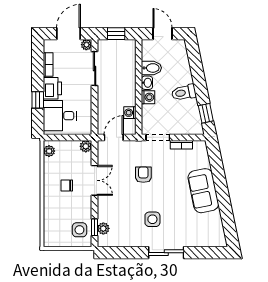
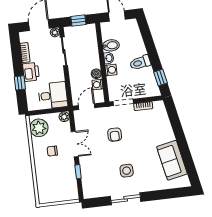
boiler: (130, 100) -> (96, 74), added
desk: (60, 116) -> (53, 95), moved, turned 180
plant: (49, 151) -> (39, 128), width x1.87, depth x1.87
armchair: (143, 175) -> (115, 135), turned 180
sofa: (203, 191) -> (172, 160), moved
window: (95, 227) -> (78, 172), moved
plant: (103, 228) -> (87, 183), removed
side table: (79, 230) -> (67, 187), removed
sliding door: (166, 253) -> (126, 199), moved

